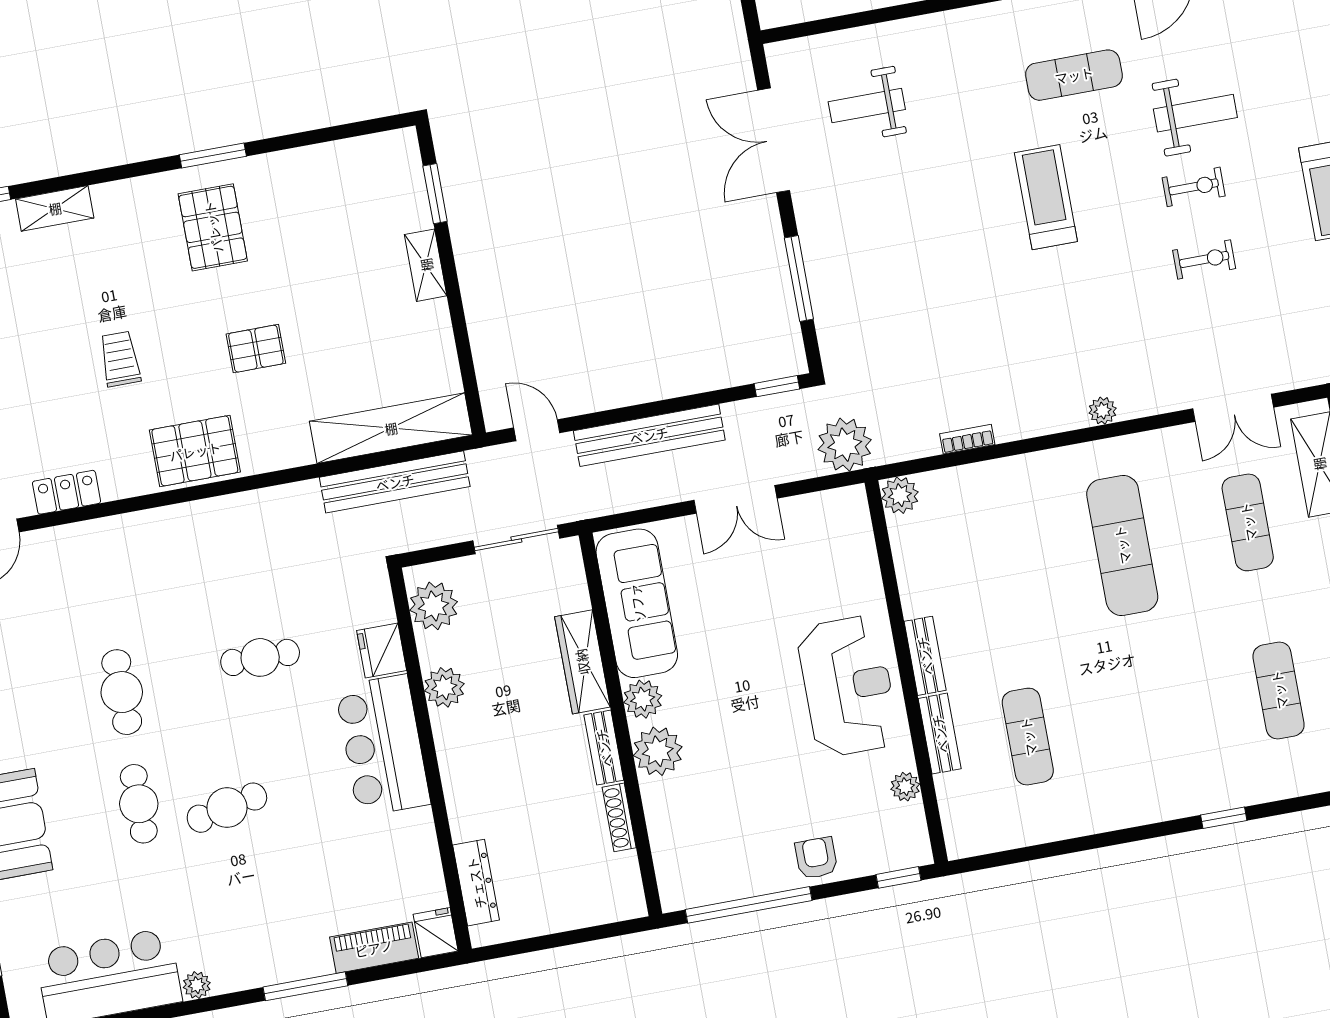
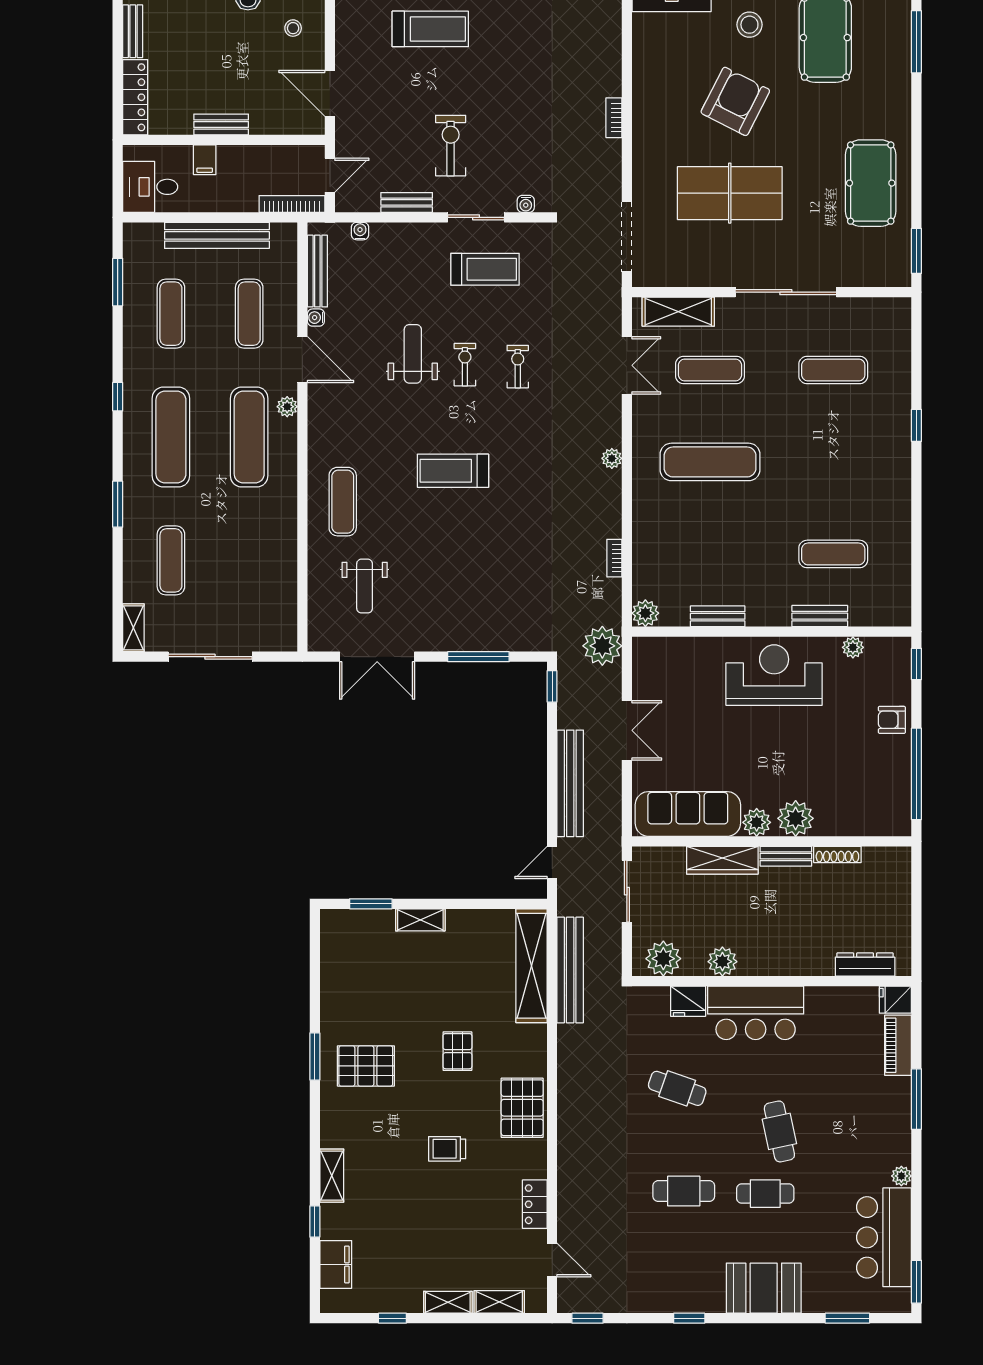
exercise mat: (1074, 75) -> (343, 502), moved
bench: (925, 656) -> (718, 616), moved
cafe table: (260, 657) -> (677, 1088), turned -71

